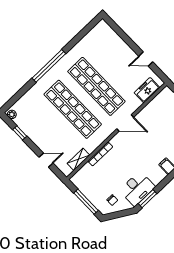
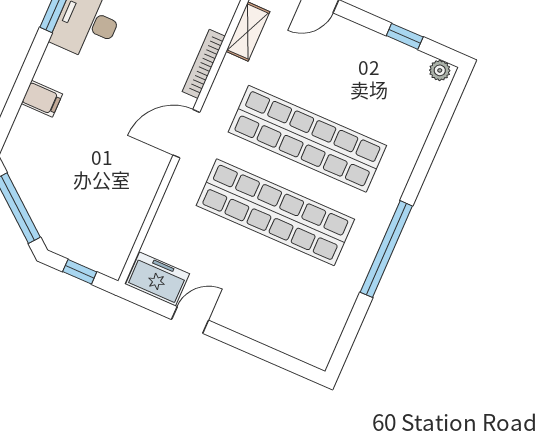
window: (49, 66) -> (386, 249), moved
freezer: (147, 90) -> (157, 279), moved, turned -90
door: (125, 123) -> (186, 134), moved

